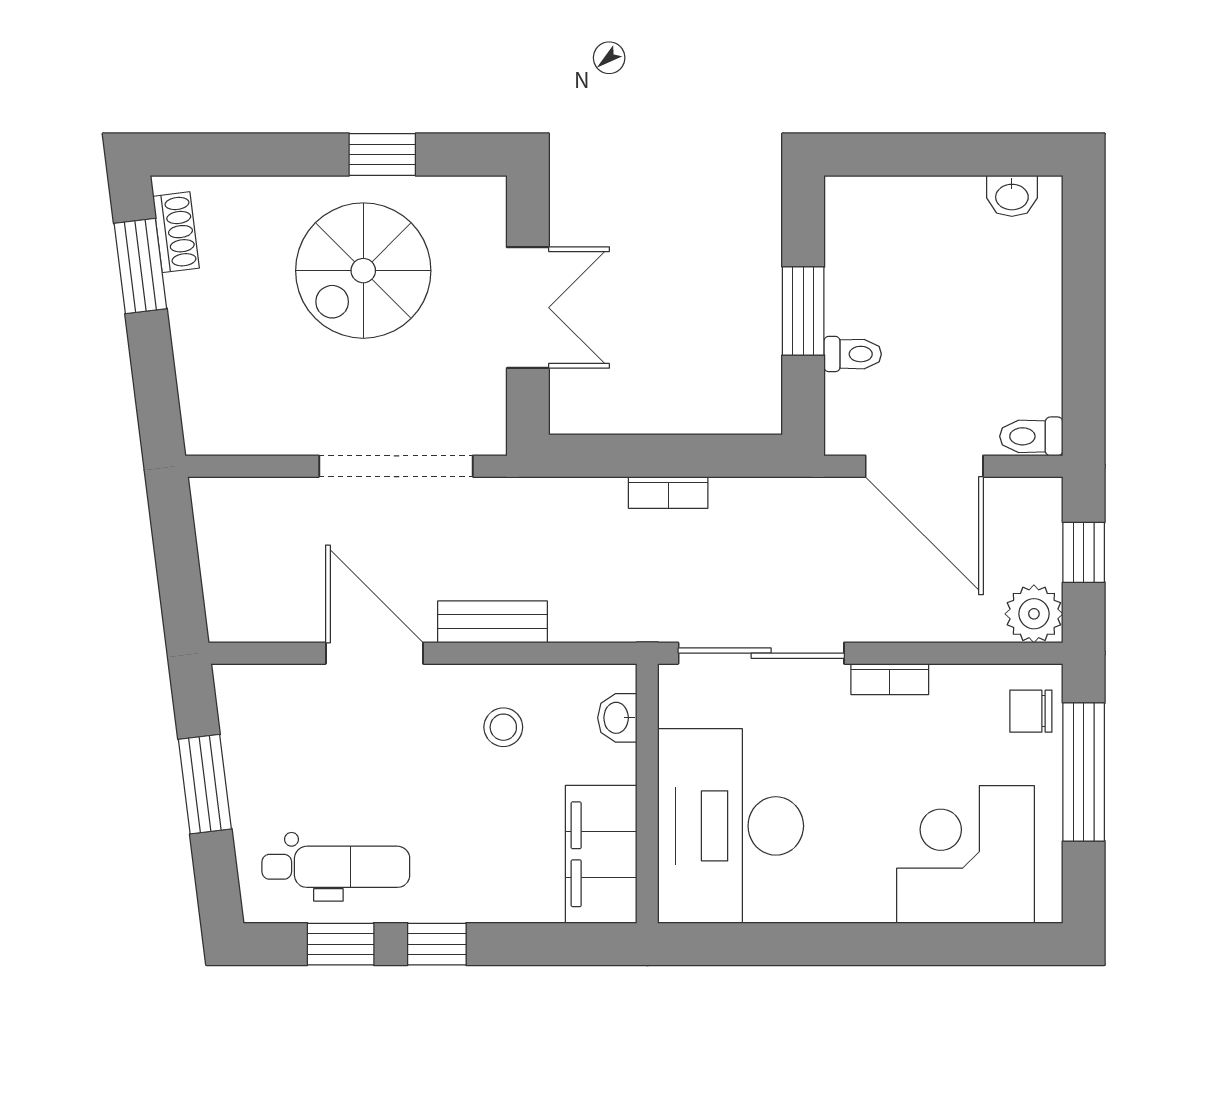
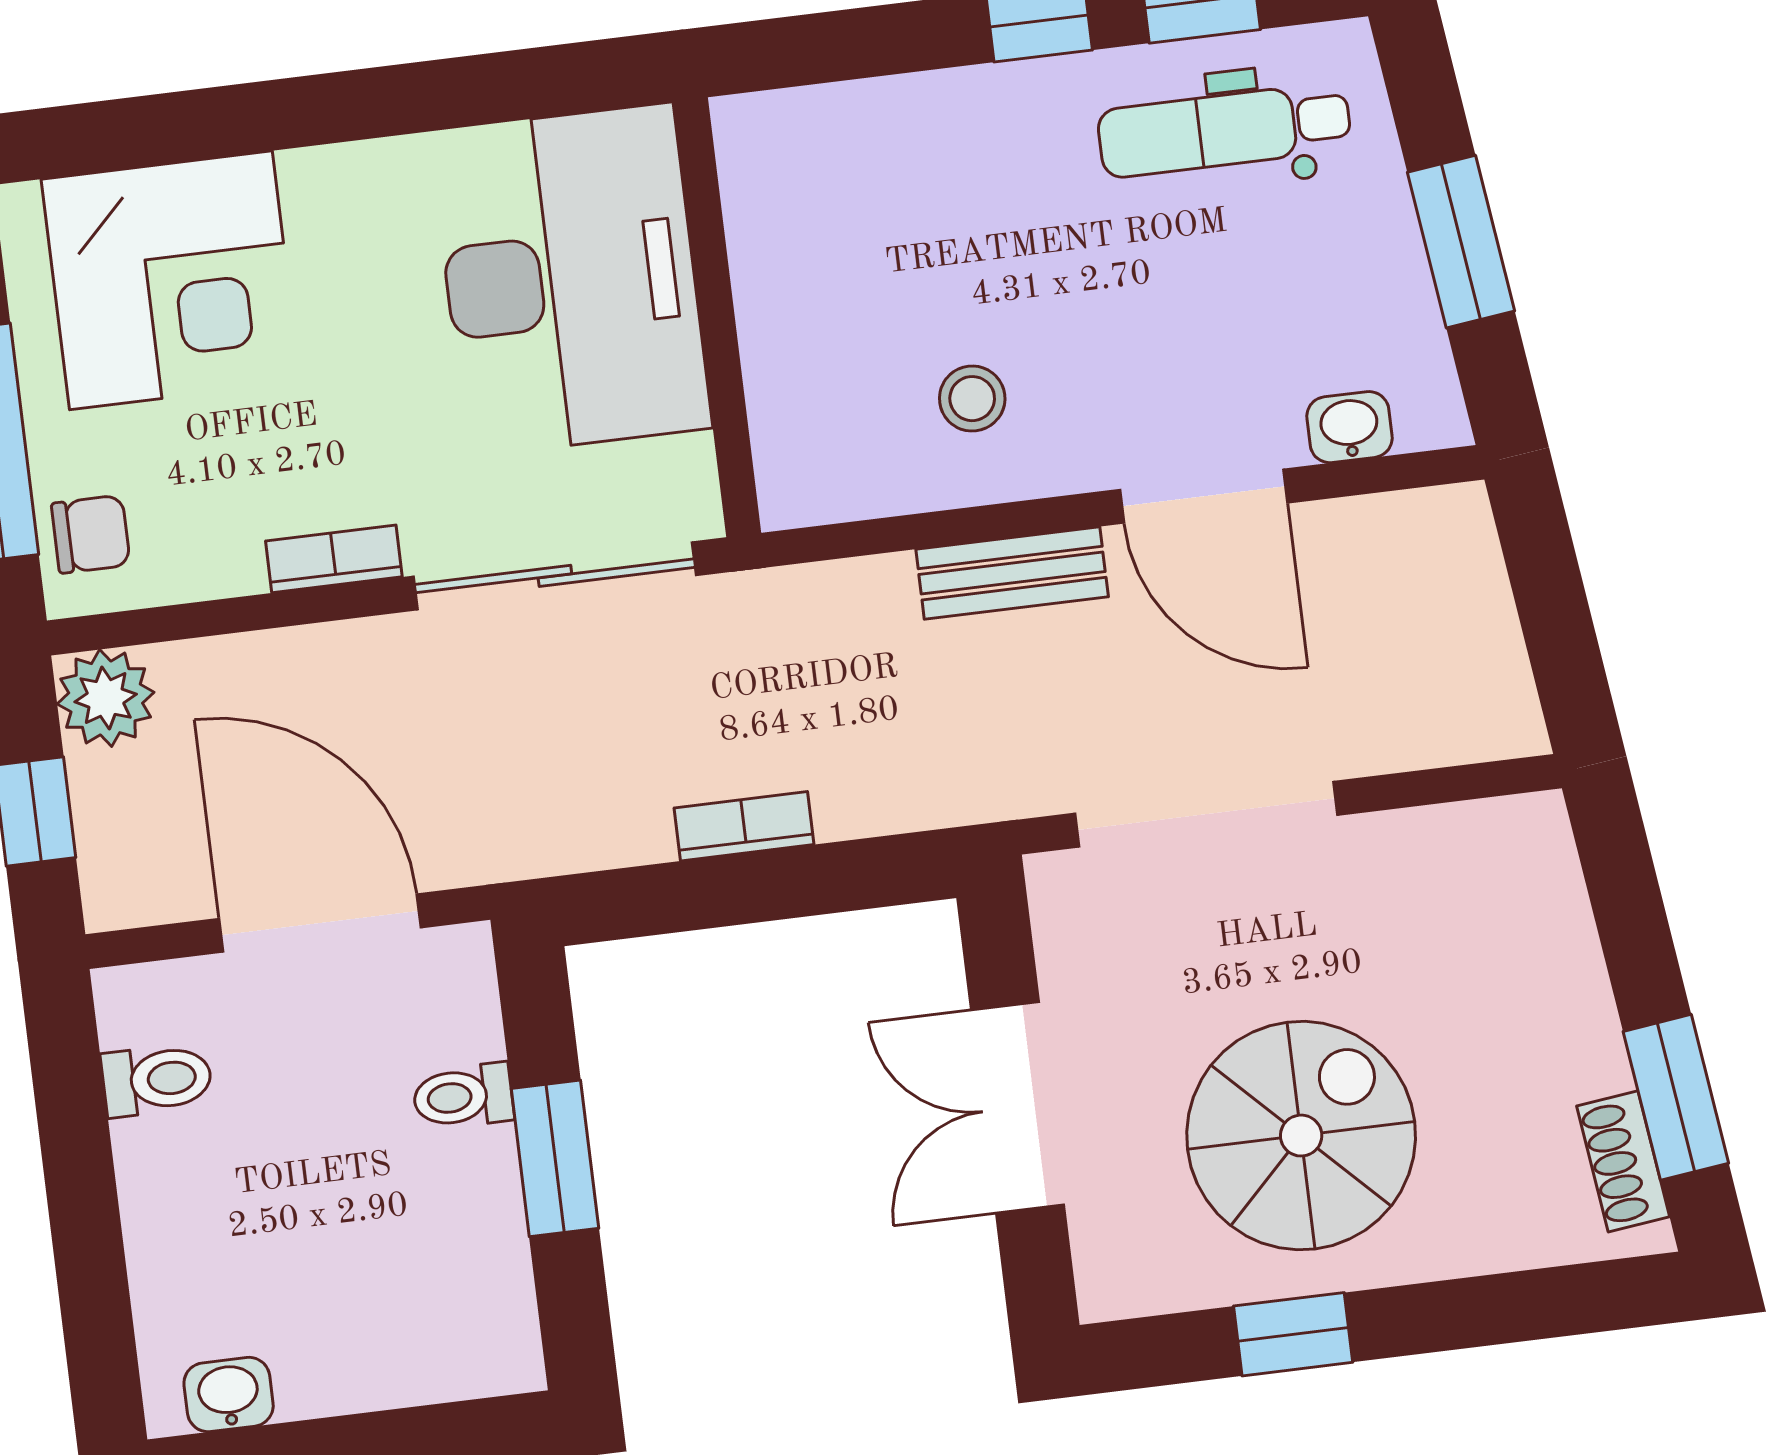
toilet: (1031, 436) -> (157, 1080), moved
washbasin: (617, 718) -> (1349, 427), moved, turned -90
filing cabinet: (601, 854) -> (782, 206), removed

